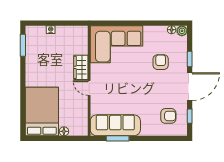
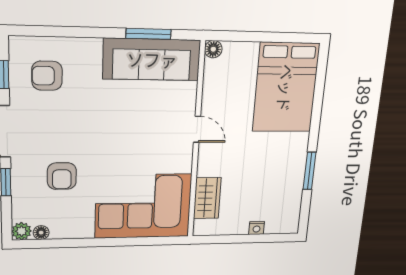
window: (23, 45) -> (310, 171), moved
wardrobe: (81, 67) -> (207, 198), moved
floor lamp: (64, 131) -> (213, 49), moved

